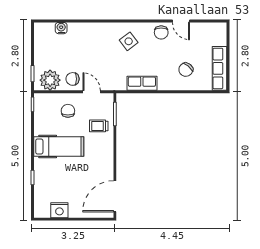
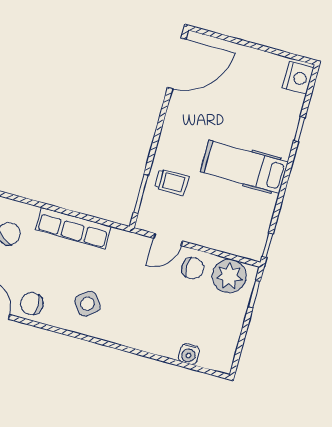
chair: (161, 32) -> (32, 304), turned -90
row of seats: (142, 83) -> (73, 228), width x1.48
door: (92, 92) -> (168, 240), hinge flipped
chair: (68, 111) -> (214, 220), removed
nightstand: (59, 210) -> (298, 78), moved, turned 90

